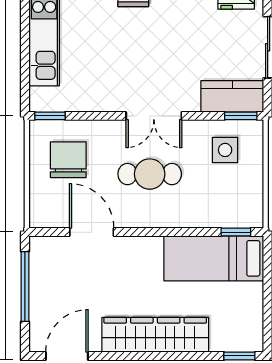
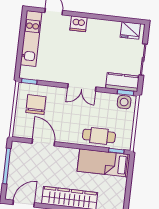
side table: (225, 150) -> (124, 102), moved
cafe table: (150, 174) -> (99, 136), moved

